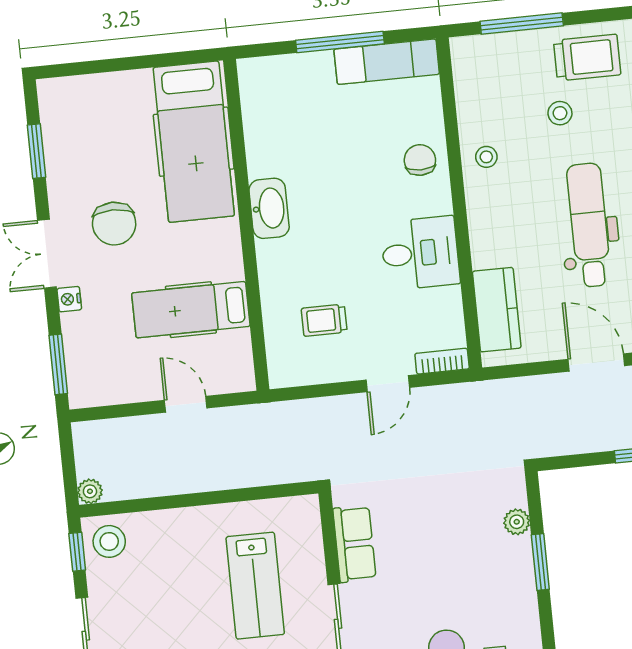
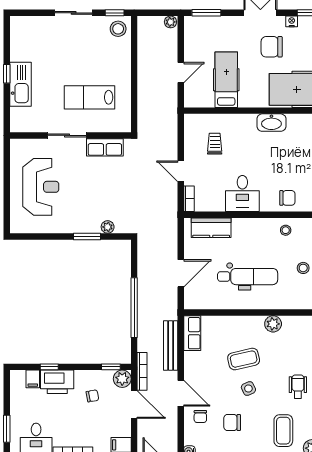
nightstand: (69, 299) -> (292, 21), moved
plant: (90, 491) -> (171, 22), moved

